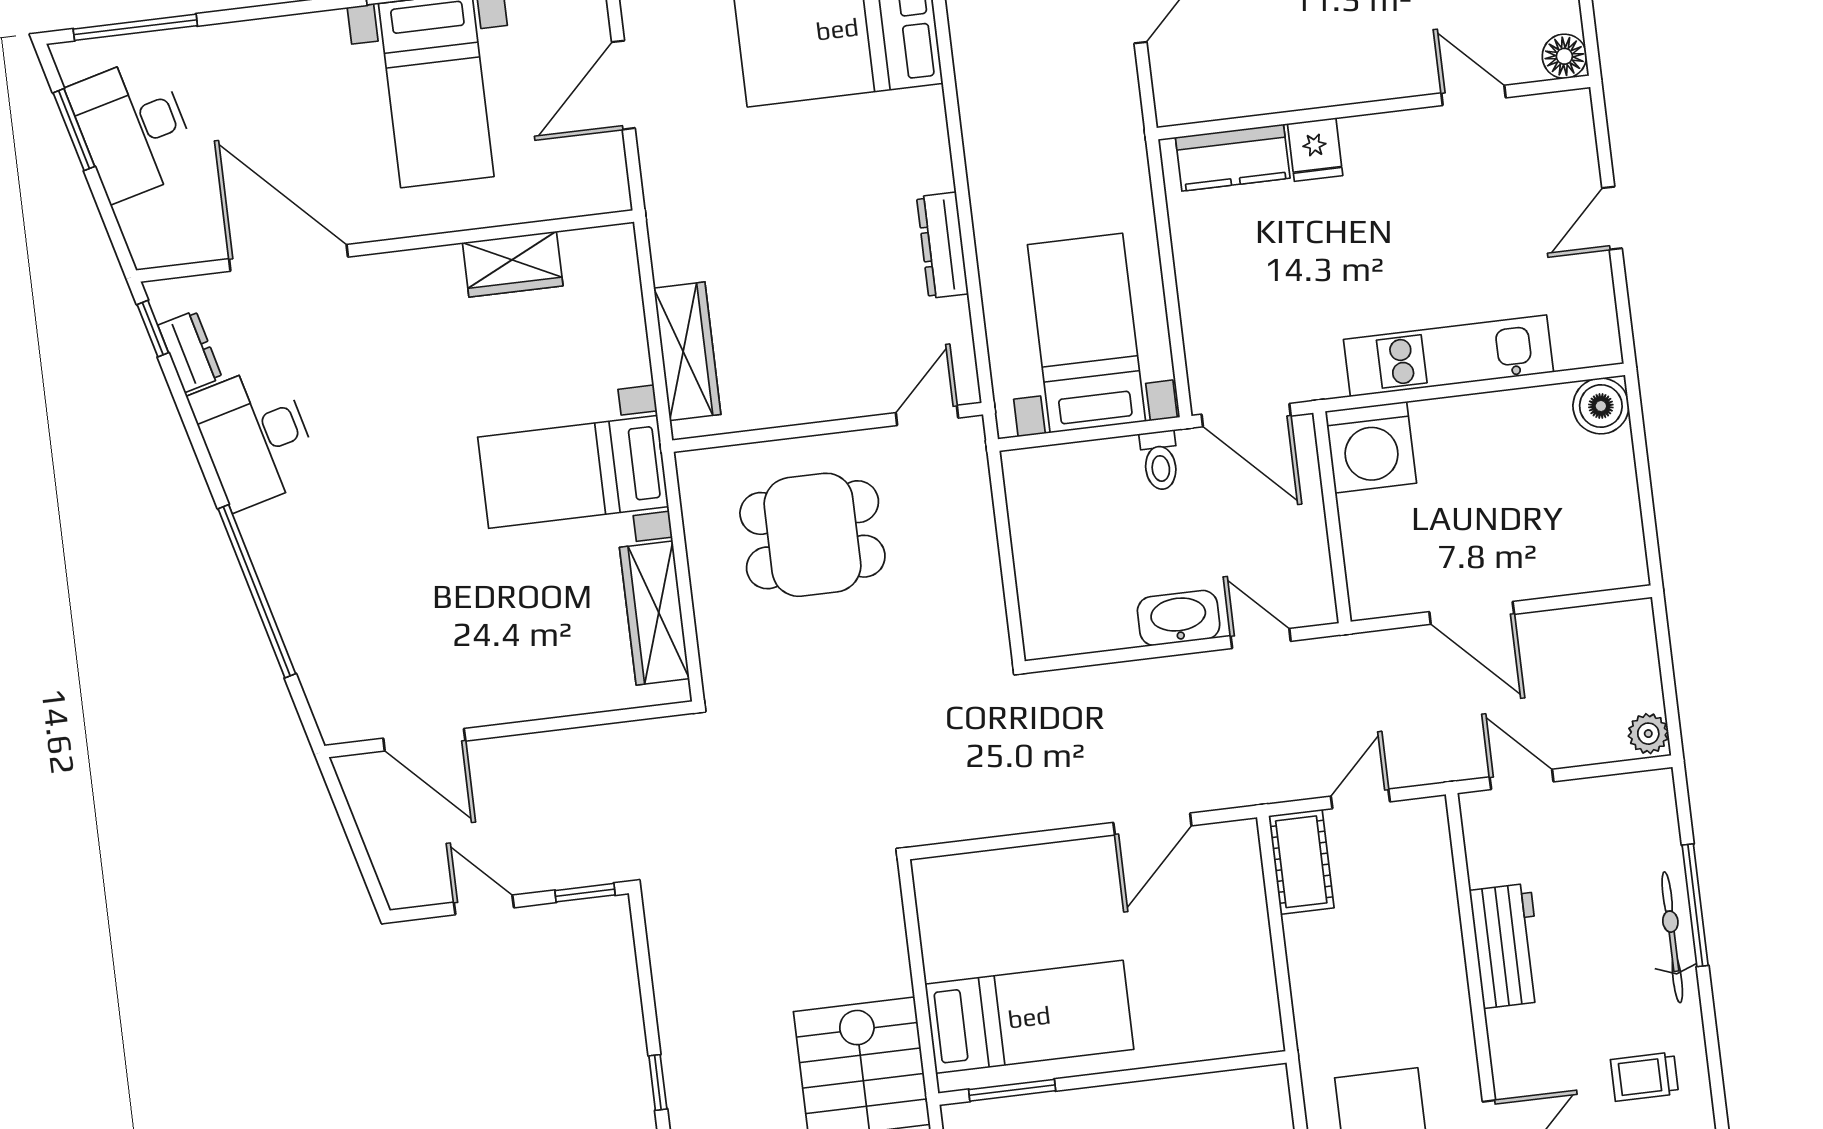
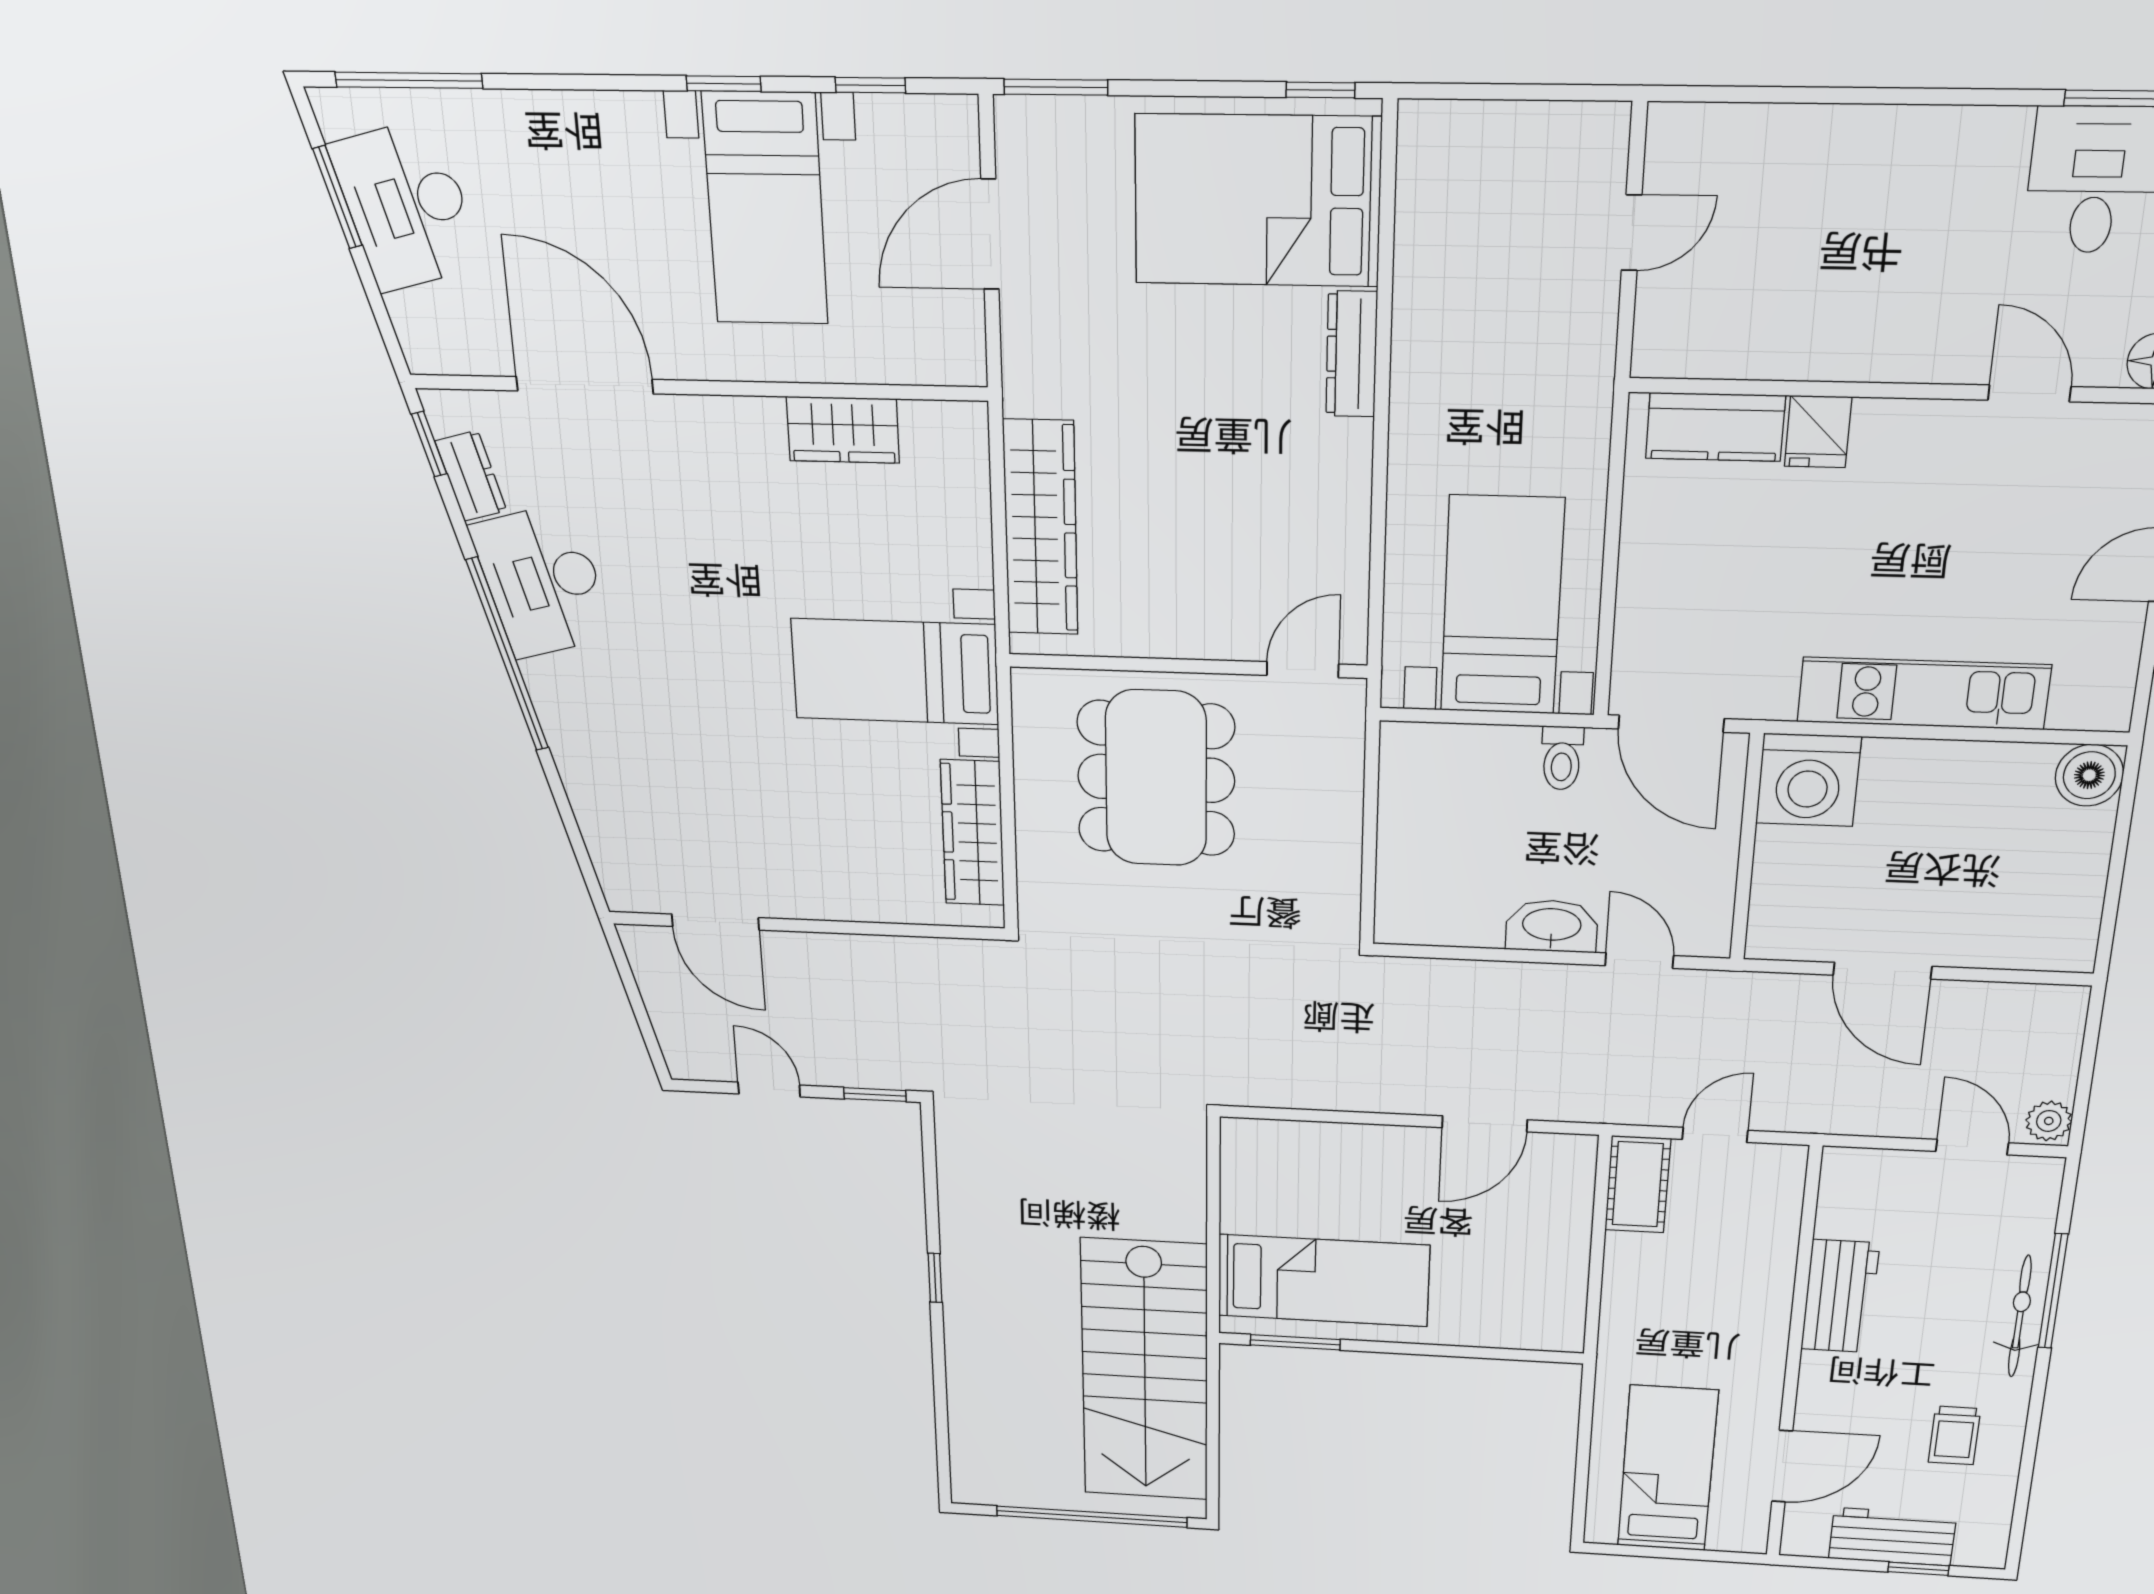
dresser: (943, 245) -> (1352, 354), moved
wardrobe: (687, 351) -> (1041, 528), width x1.40, depth x1.17
dining table: (812, 535) -> (1156, 778), width x1.37
window: (257, 591) -> (507, 655), moved
door: (1522, 779) -> (1972, 1147), moved
trolley: (1644, 1077) -> (1954, 1435), turned -90

